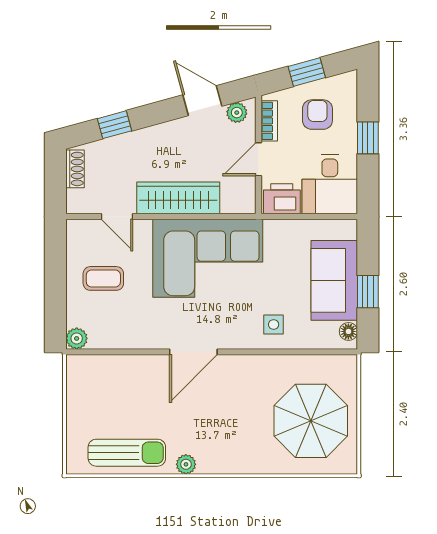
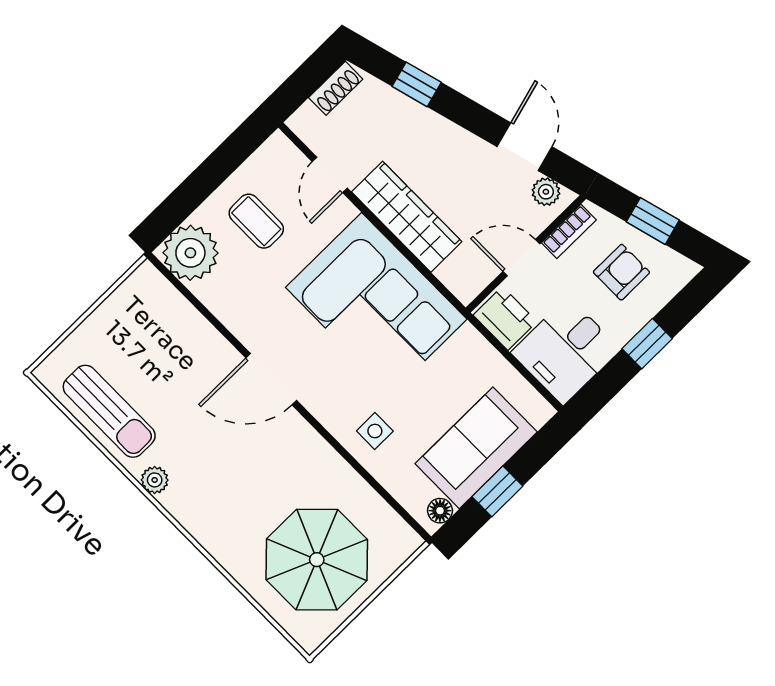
plant: (77, 338) -> (190, 253), width x1.88, depth x1.88

